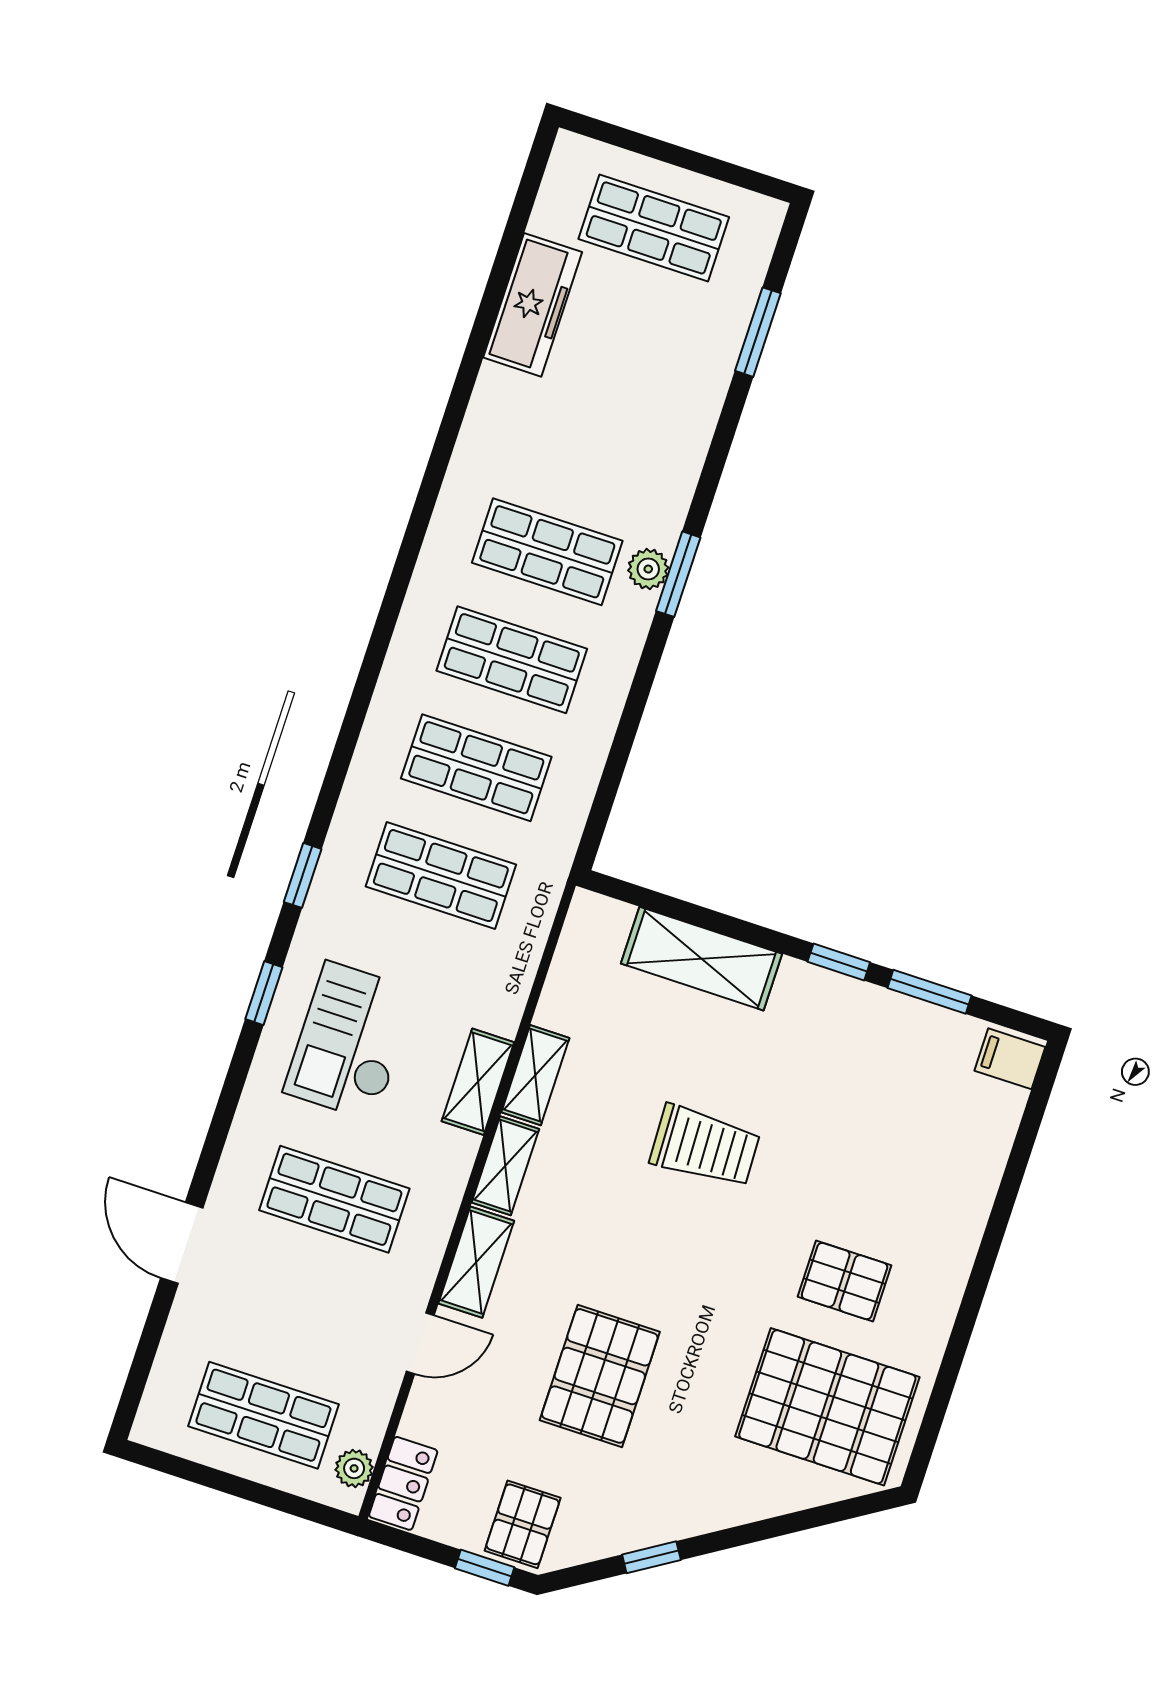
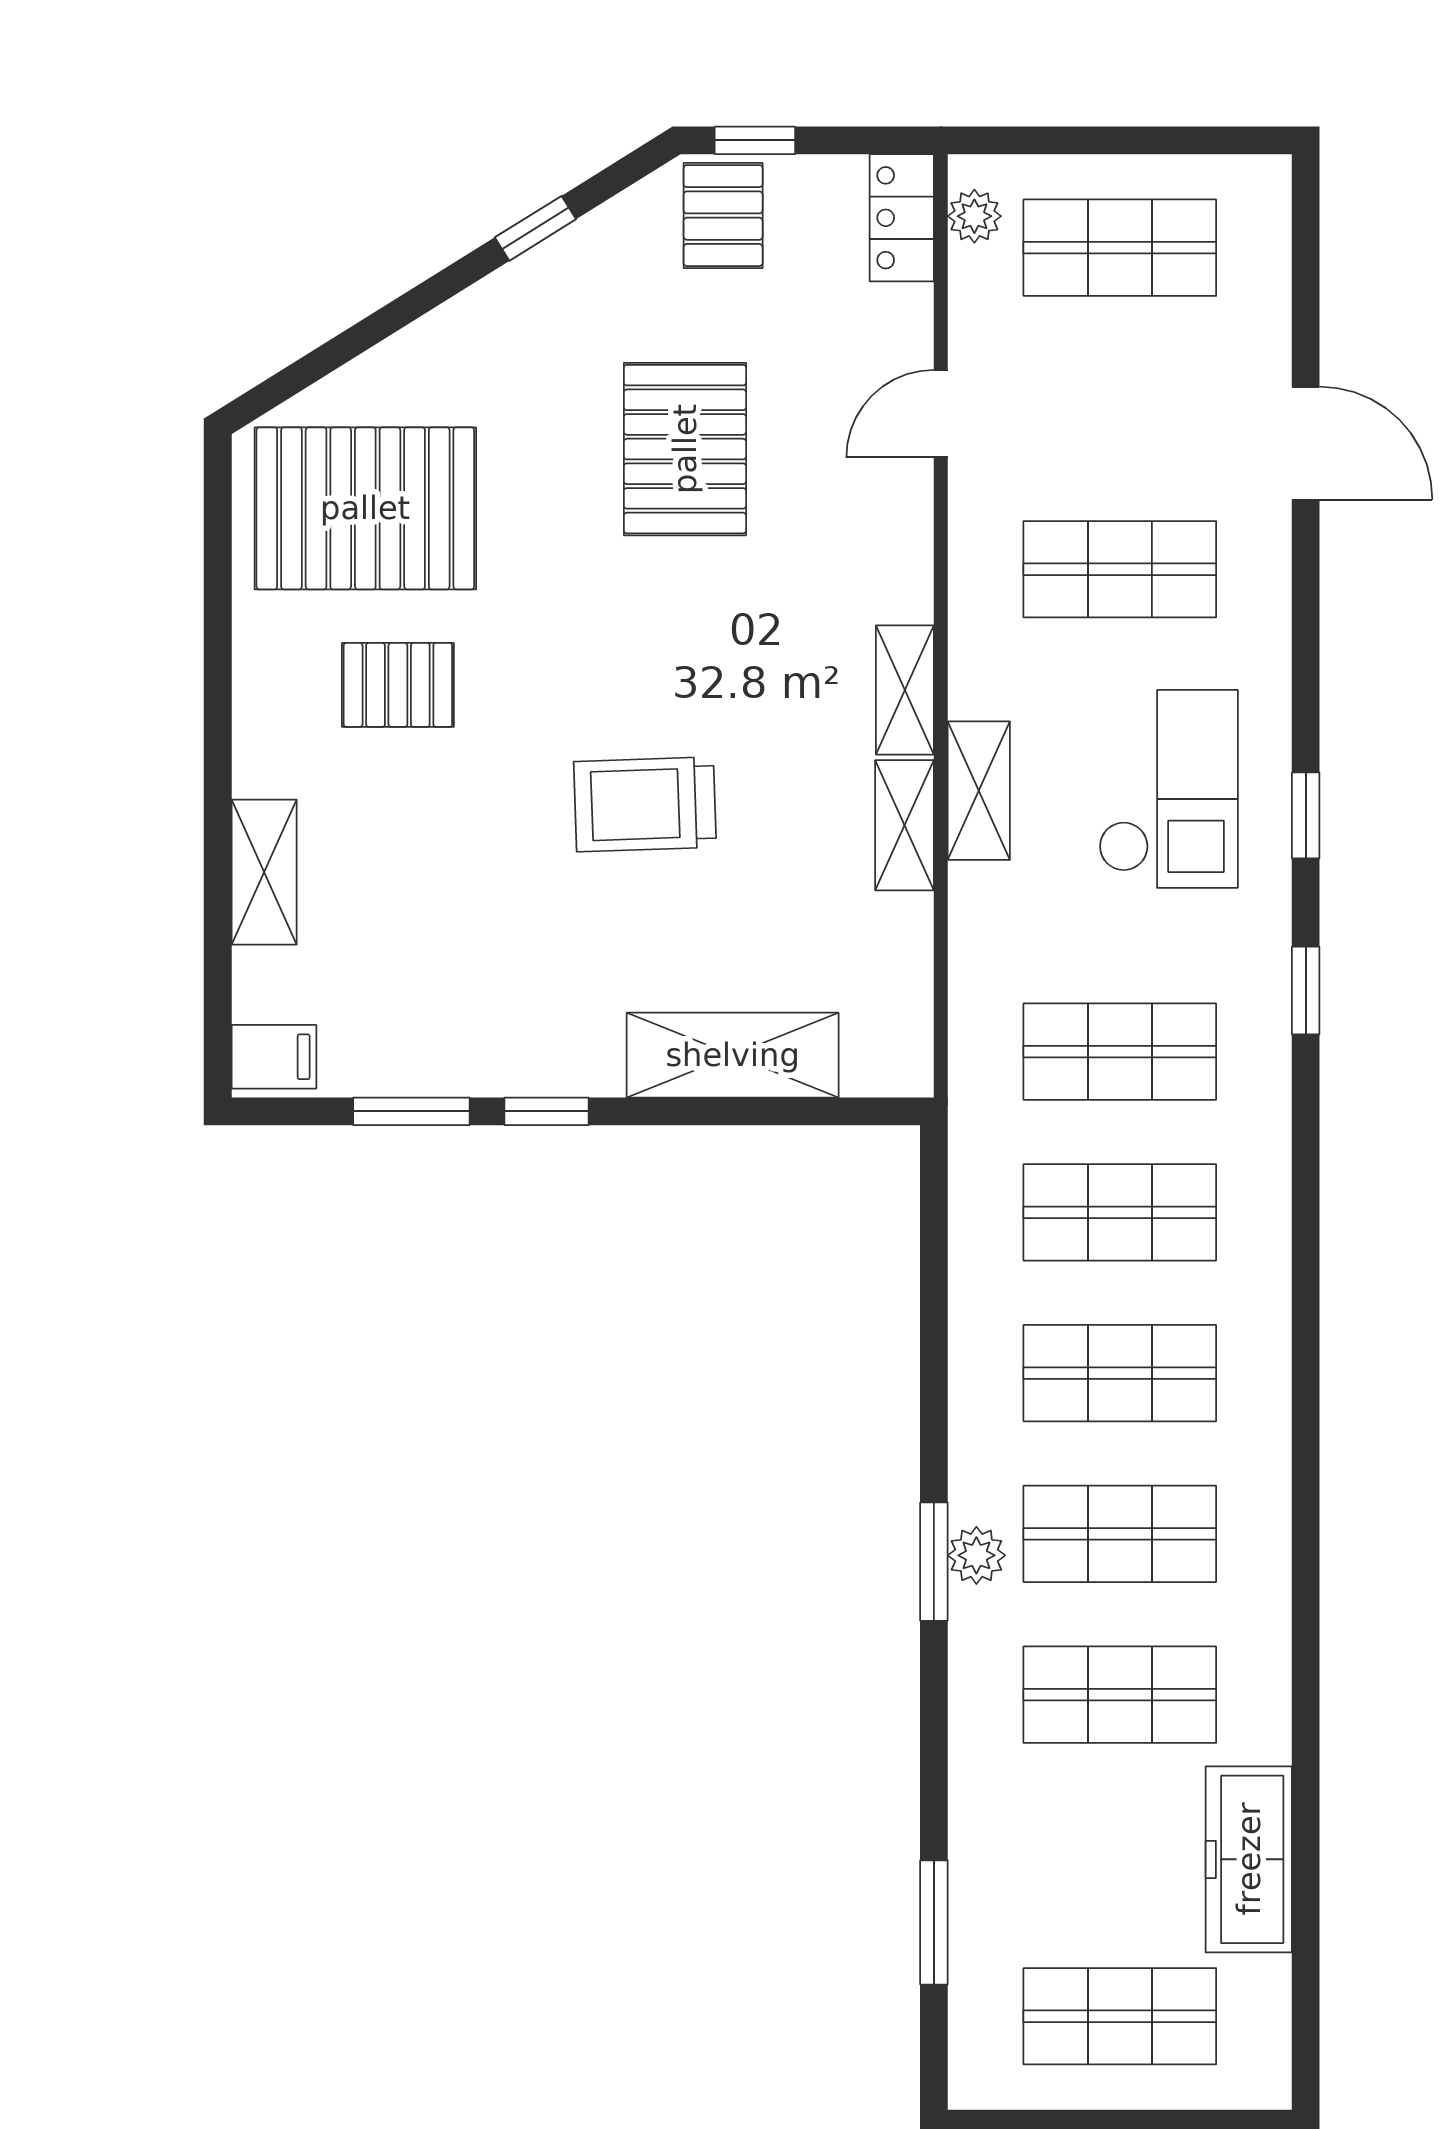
shop shelf: (583, 444) -> (1120, 1695), added
shelving: (476, 1262) -> (264, 872), moved

